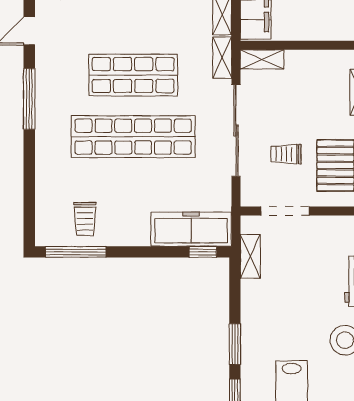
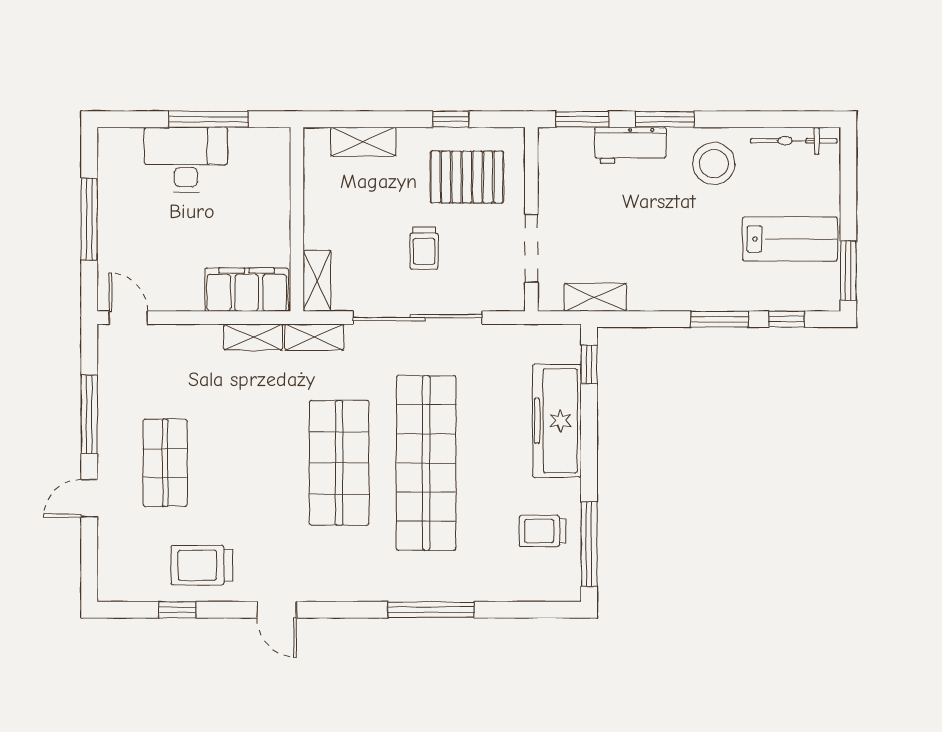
window: (29, 99) -> (431, 610), moved
trolley: (286, 154) -> (424, 248), moved
trolley: (85, 219) -> (543, 531), turned 180
freezer: (191, 229) -> (557, 421), moved

